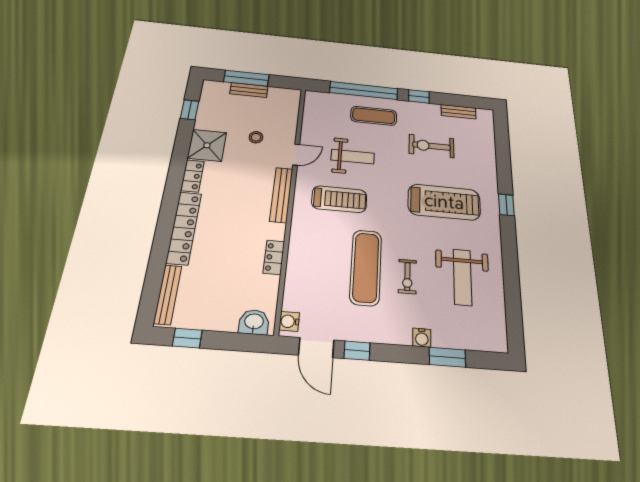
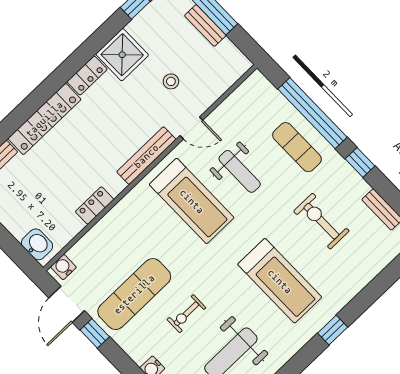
treadmill: (339, 199) -> (192, 201), width x1.37, depth x1.38
exercise mat: (366, 267) -> (134, 294), moved

